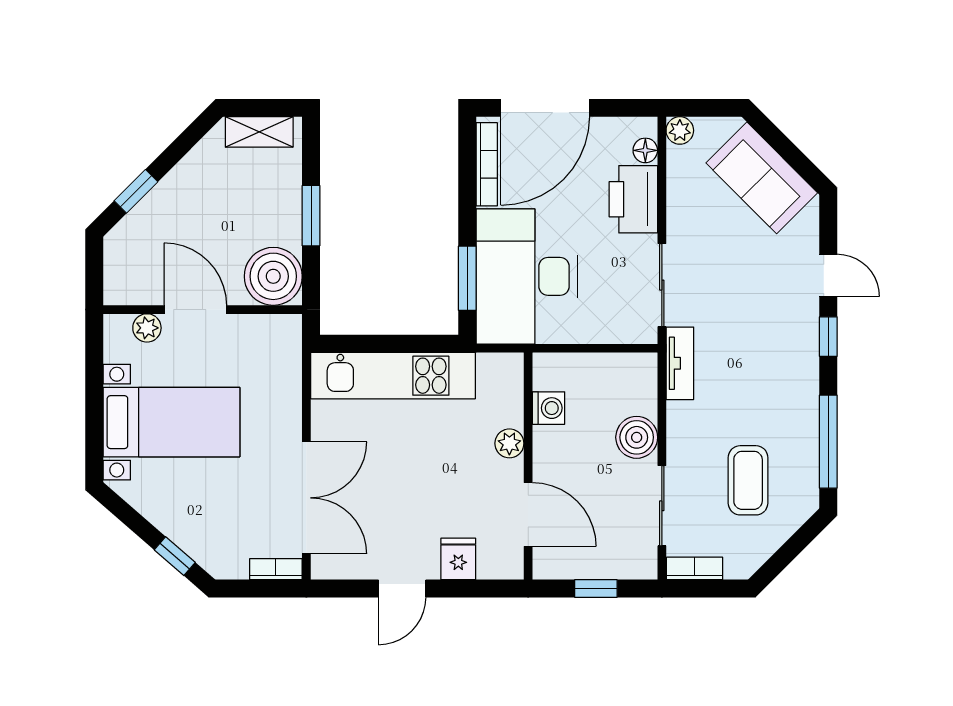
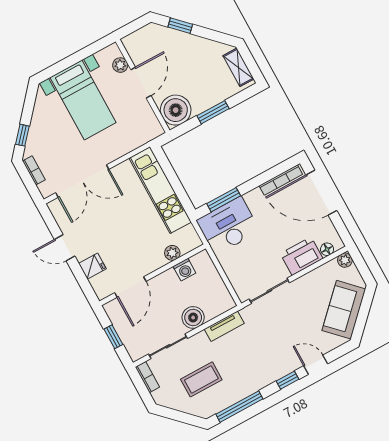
door: (828, 275) -> (316, 365), swing flipped
desk: (527, 276) -> (228, 226), width x0.73, depth x0.77
tv unit: (680, 363) -> (224, 326), moved
plant: (509, 443) -> (172, 253), moved
bookcase: (276, 569) -> (34, 170), moved

